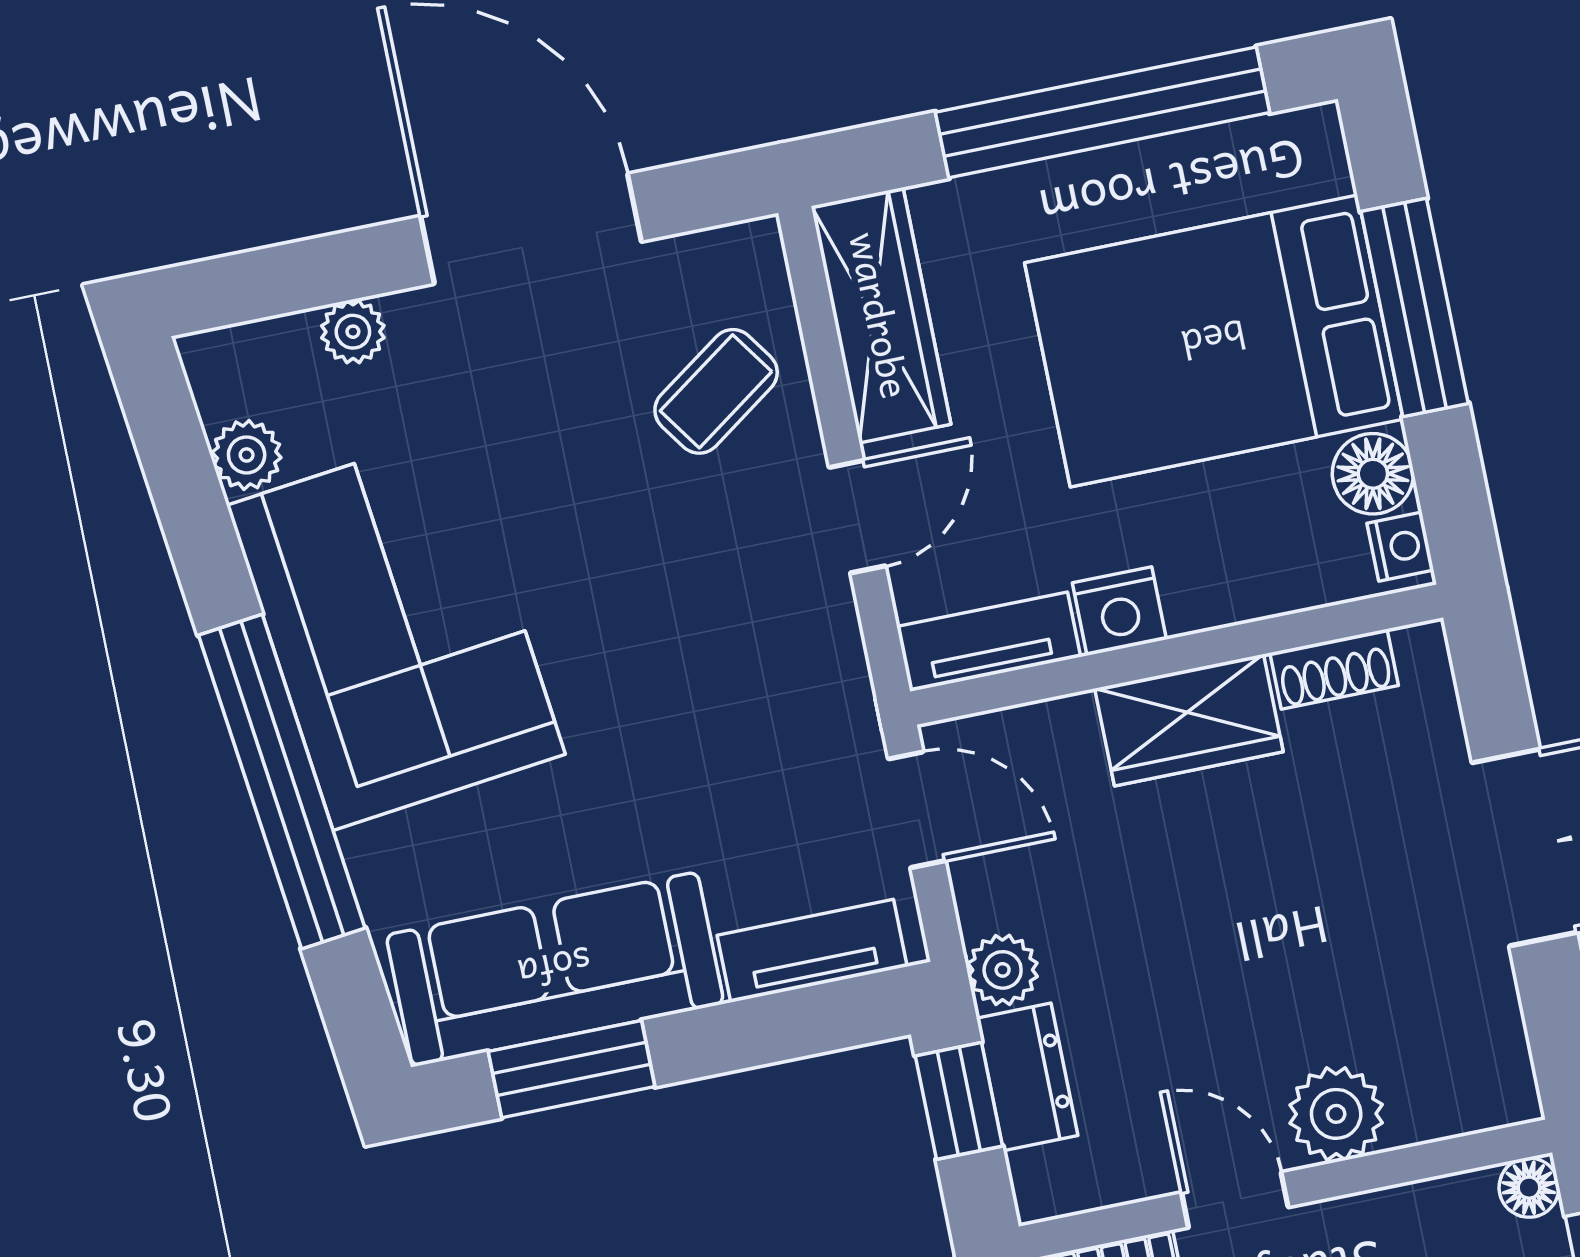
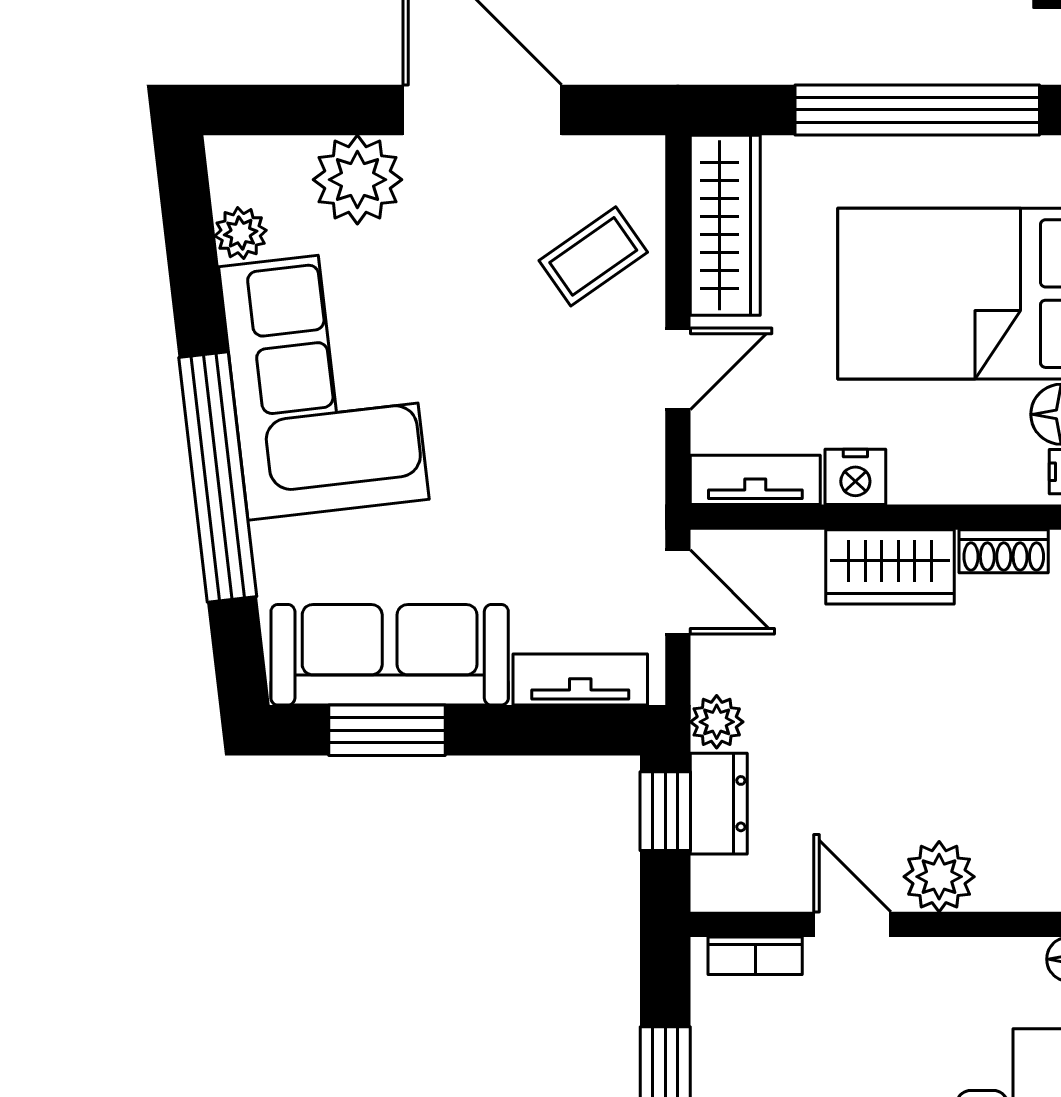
plant: (353, 332) -> (357, 180), width x1.88, depth x1.88

